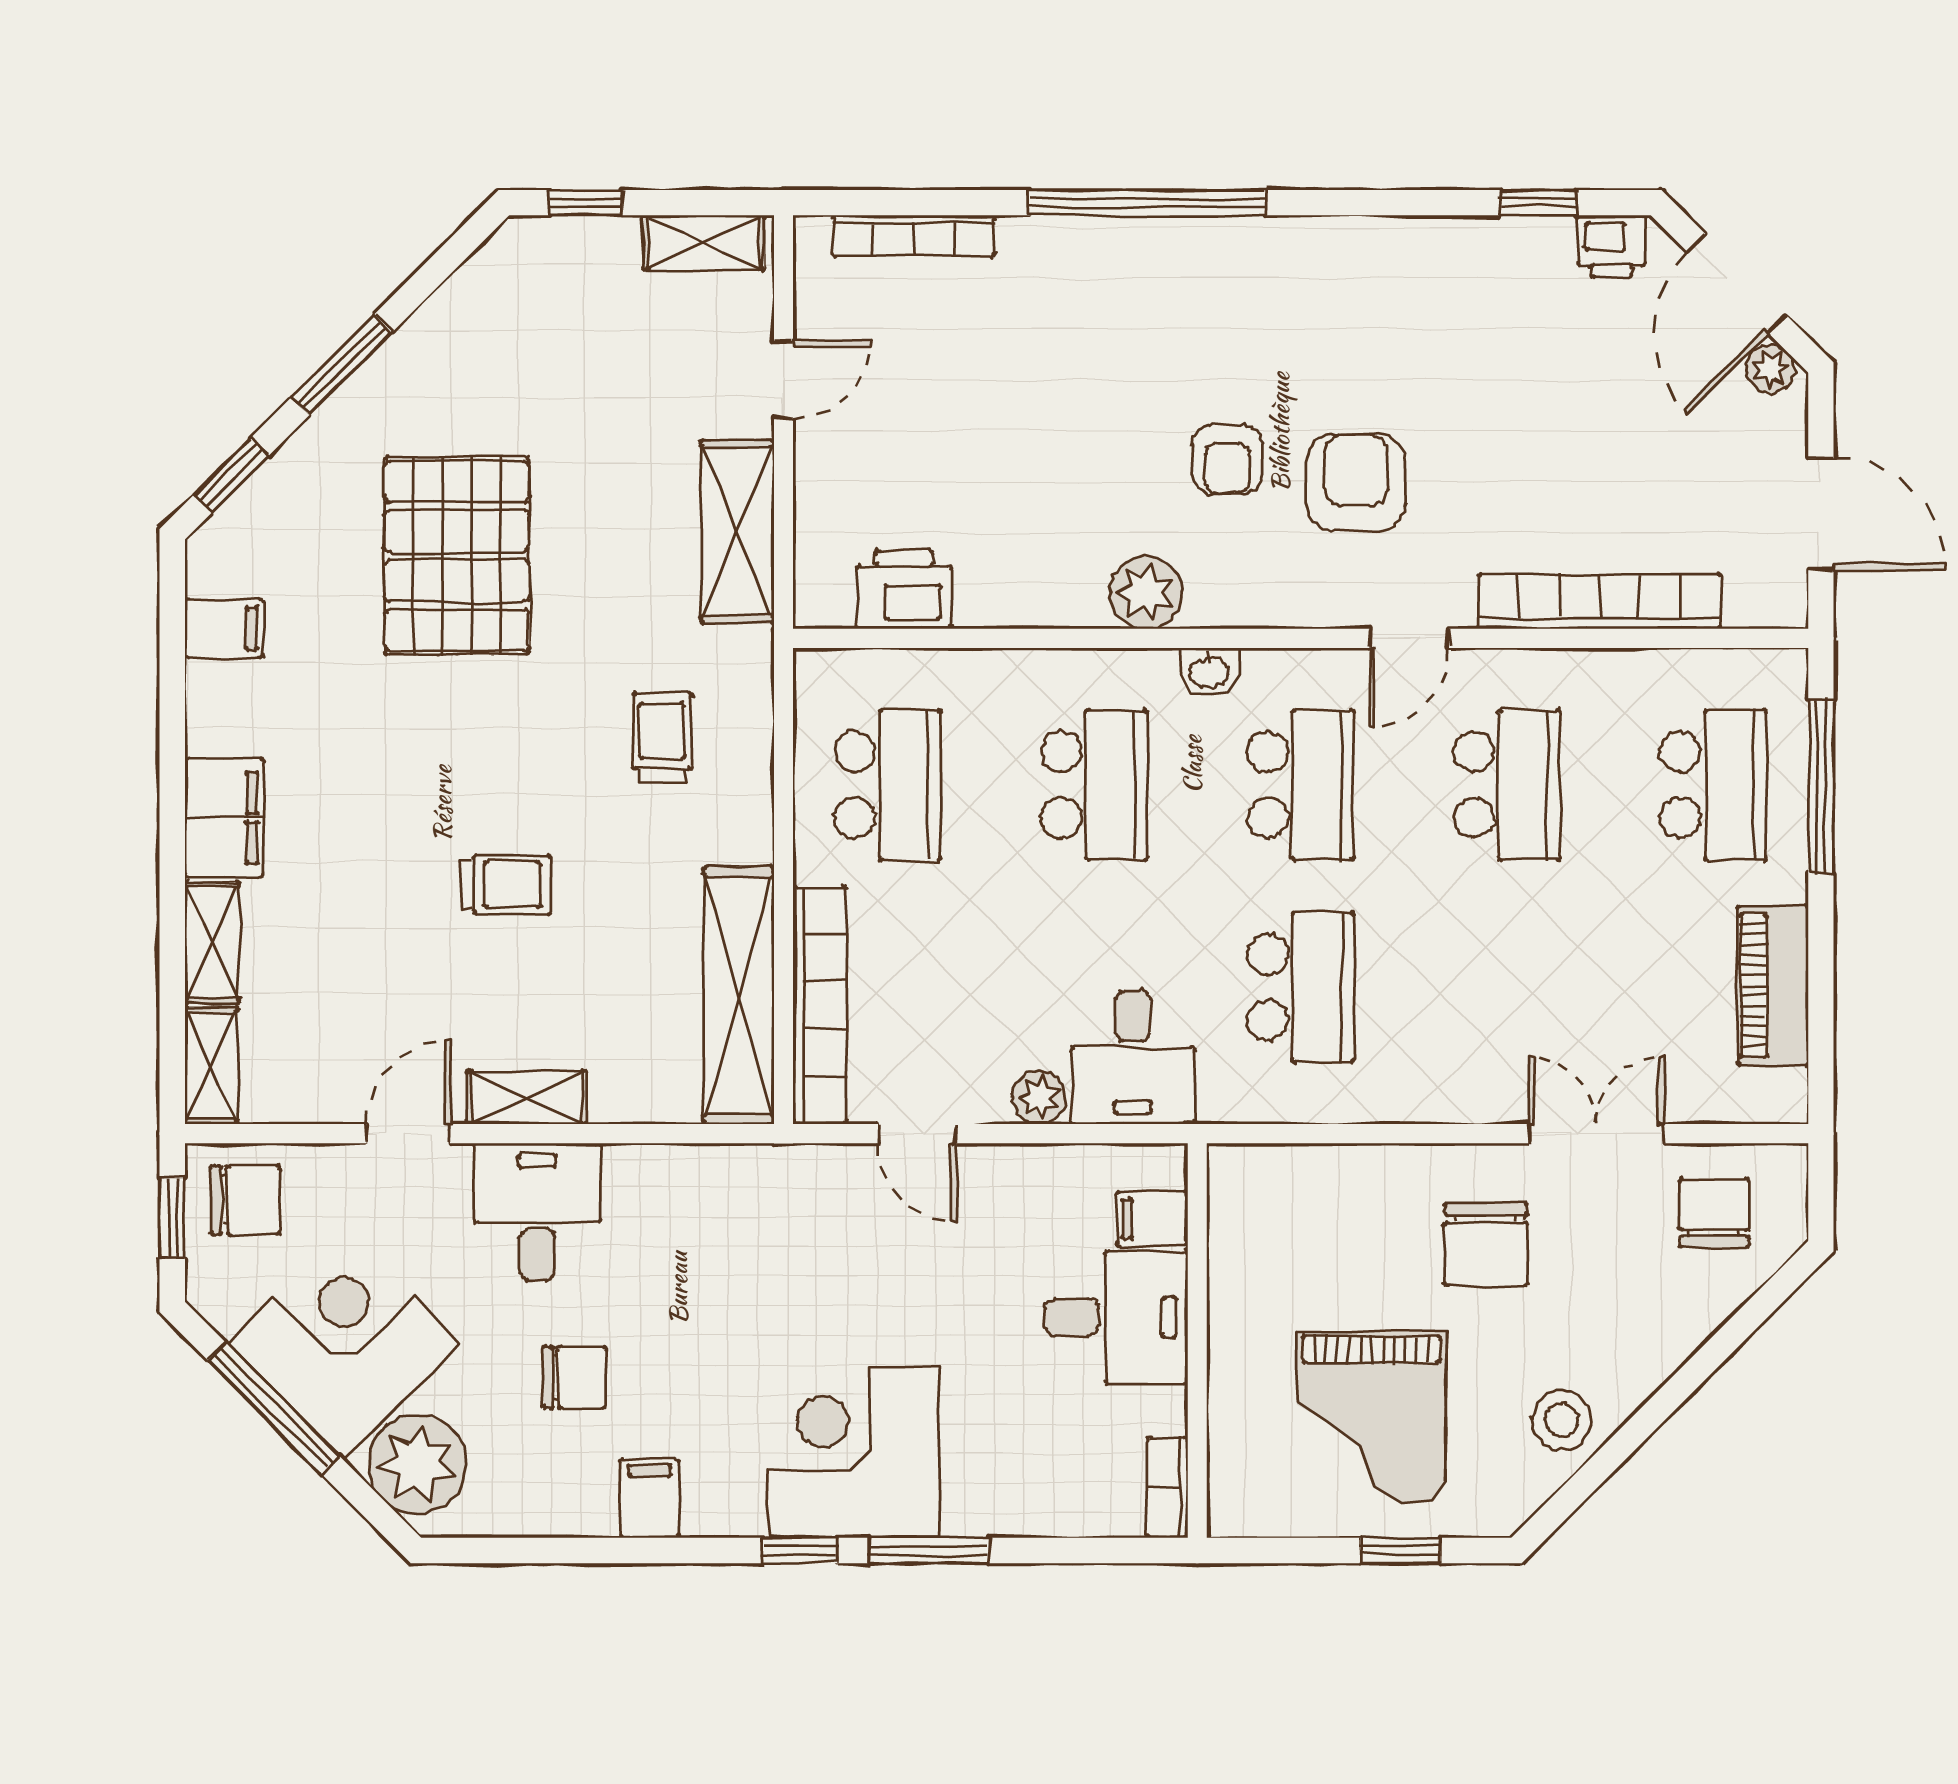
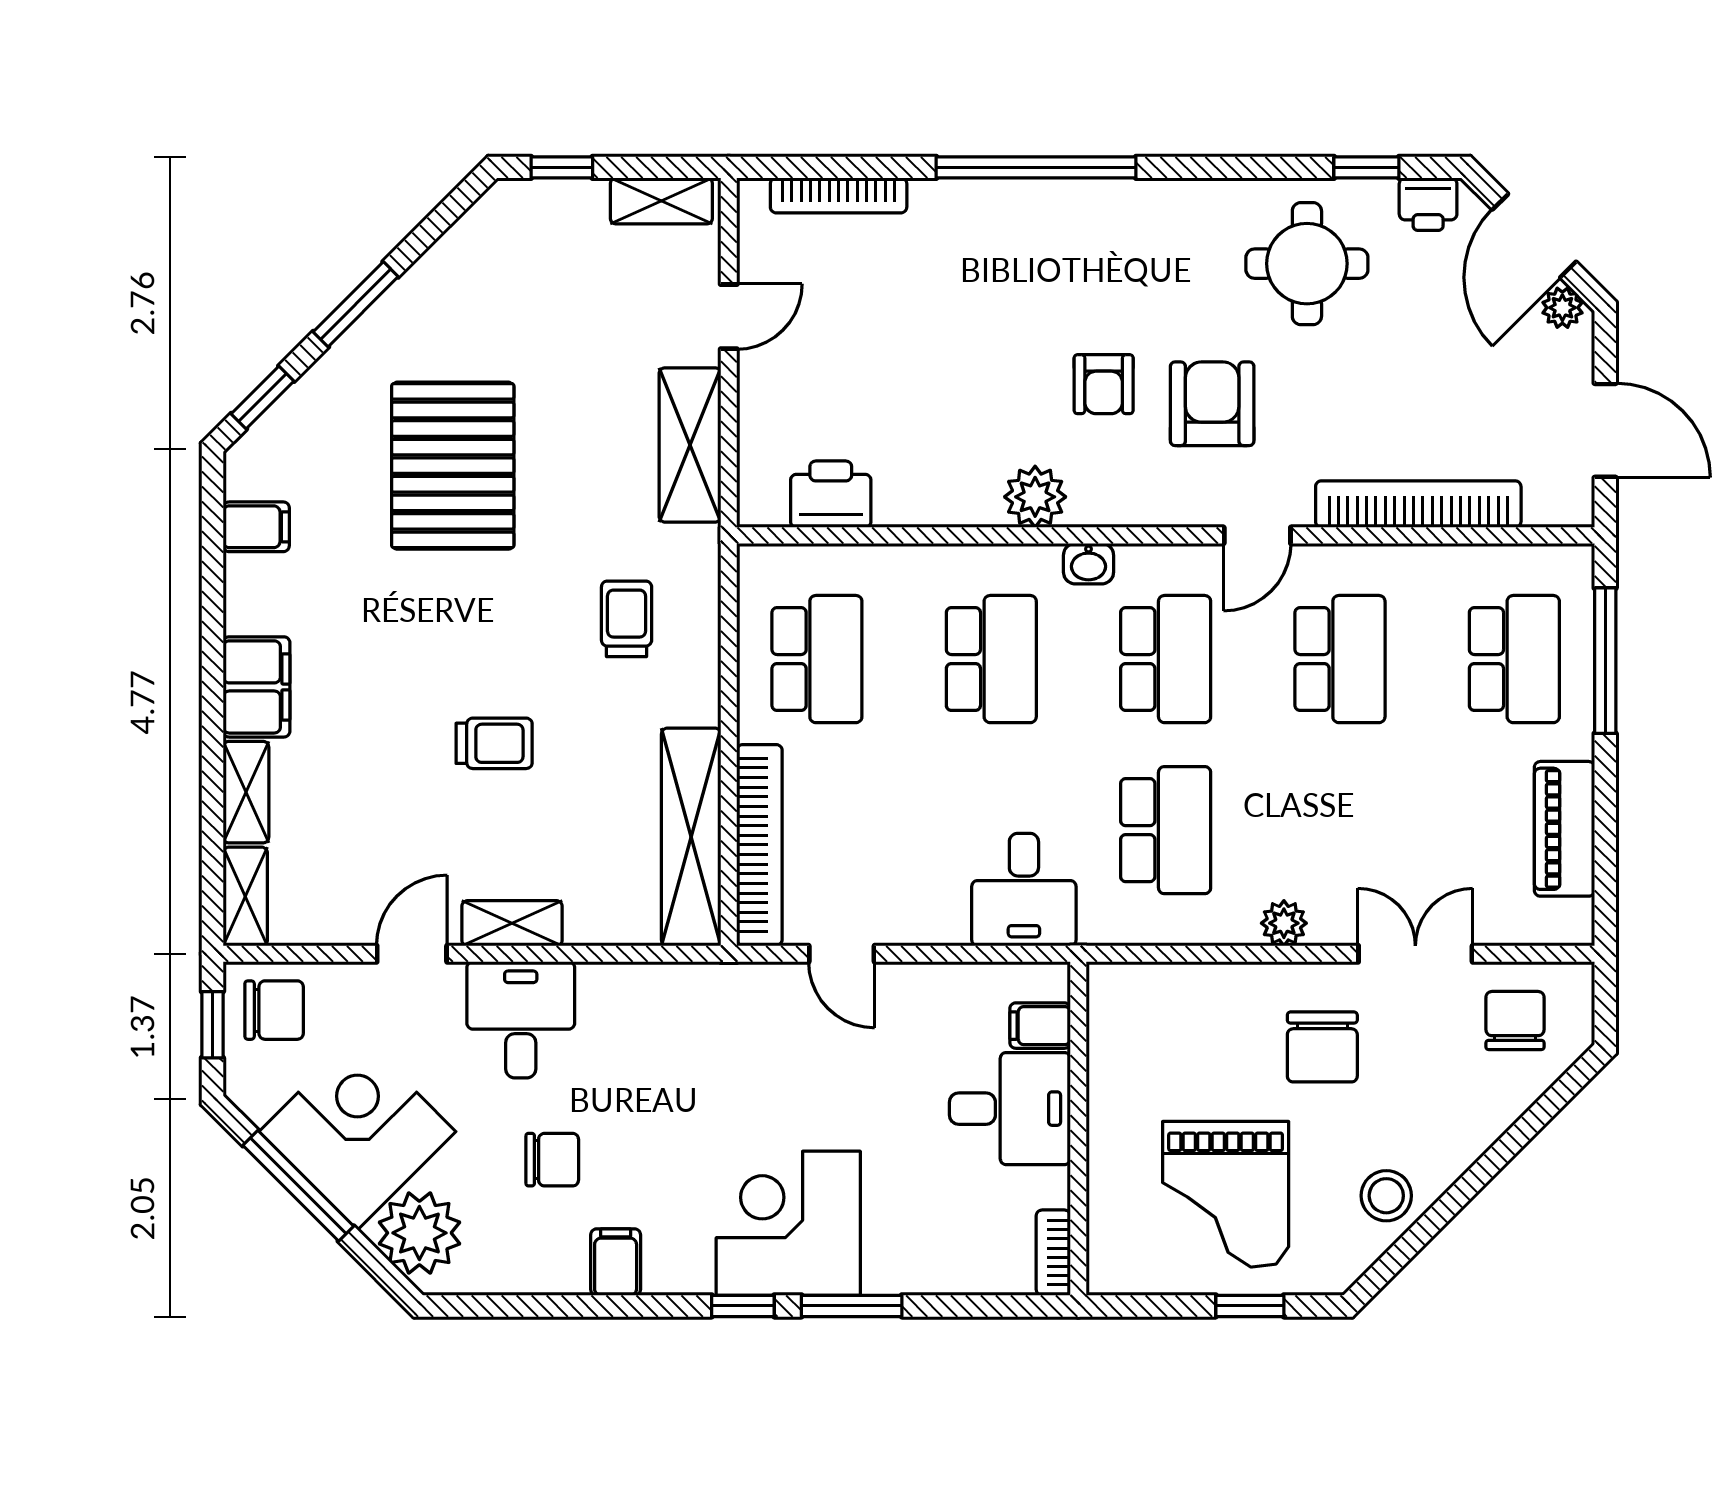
round table: (1468, 317) -> (1307, 264), added
plant: (1039, 1097) -> (1284, 923), moved

